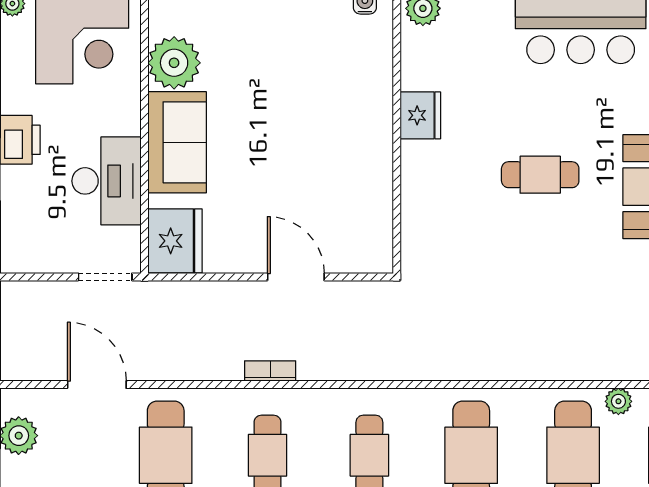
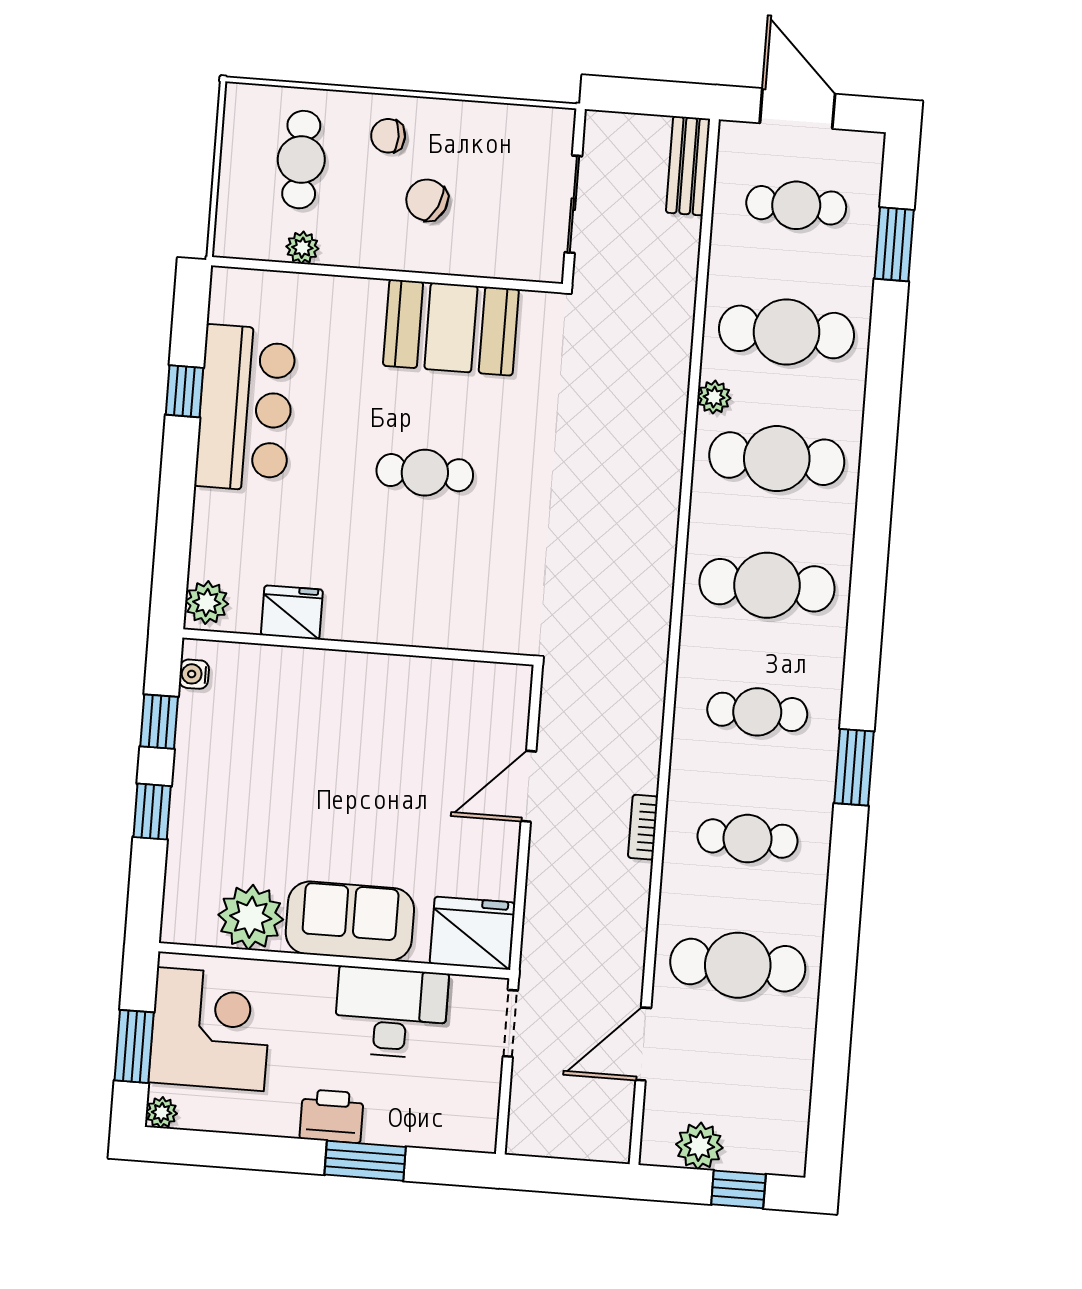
fridge: (420, 115) -> (292, 612), moved
cafe table: (540, 175) -> (425, 473), turned 90

